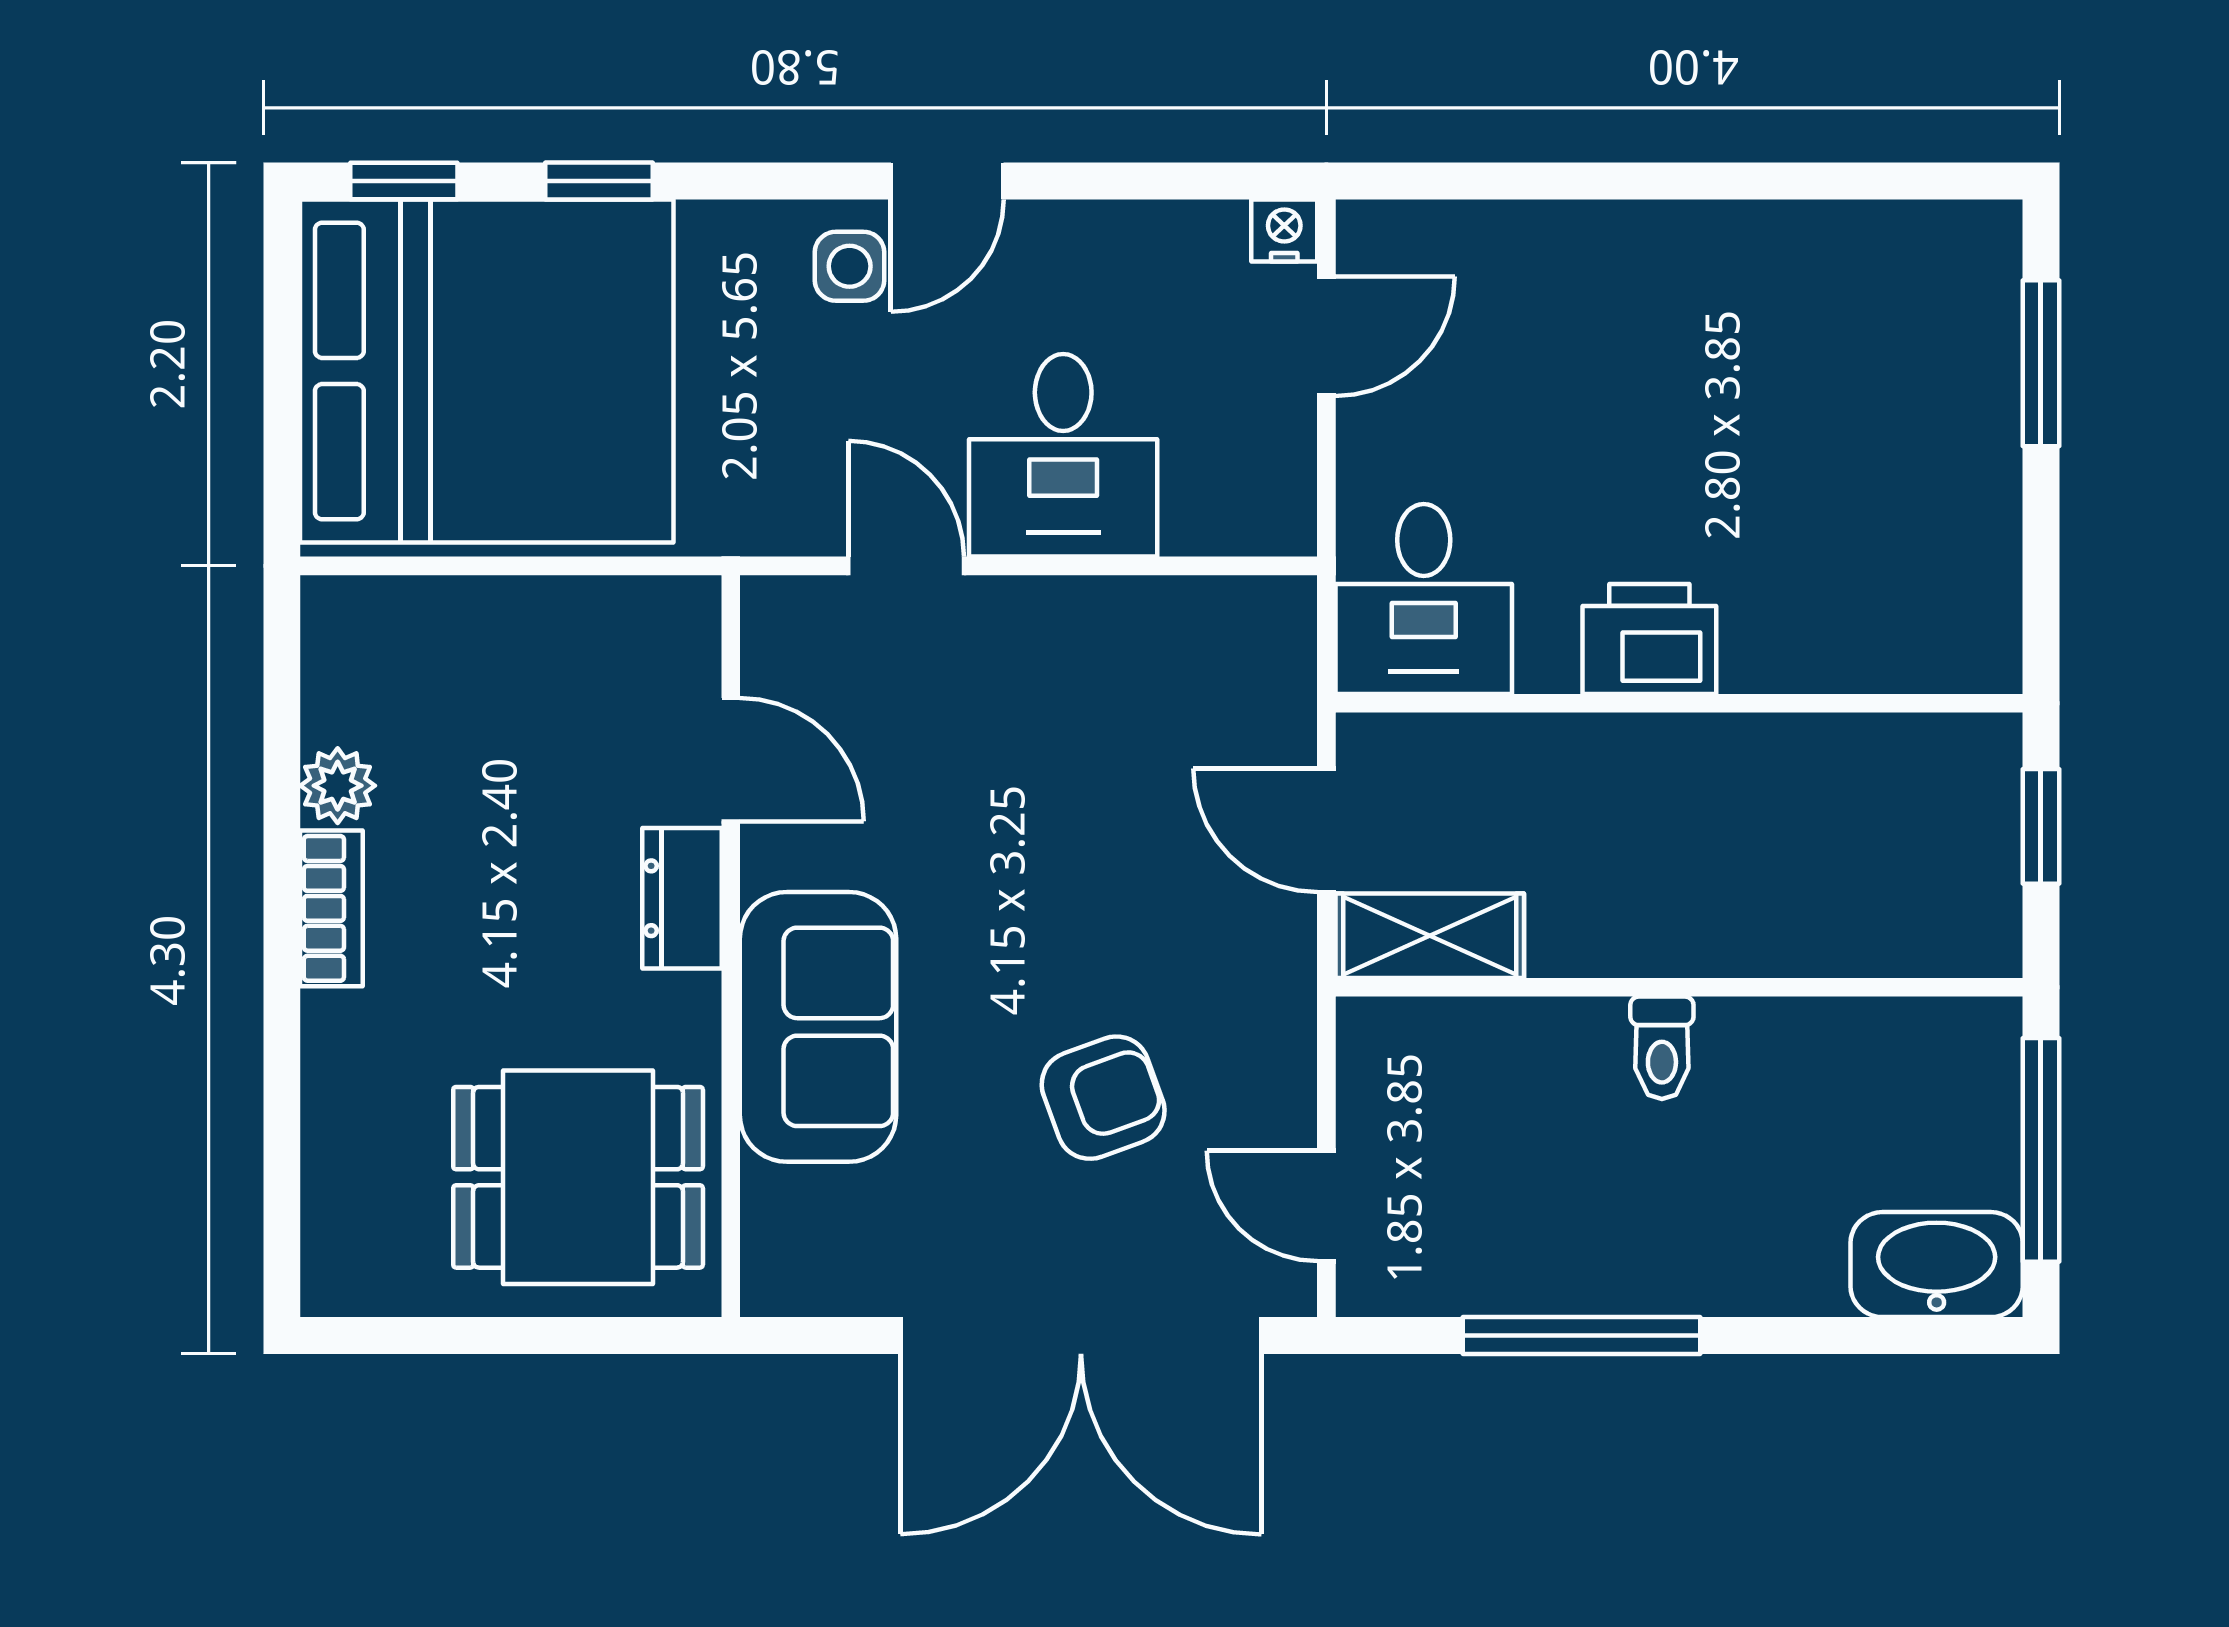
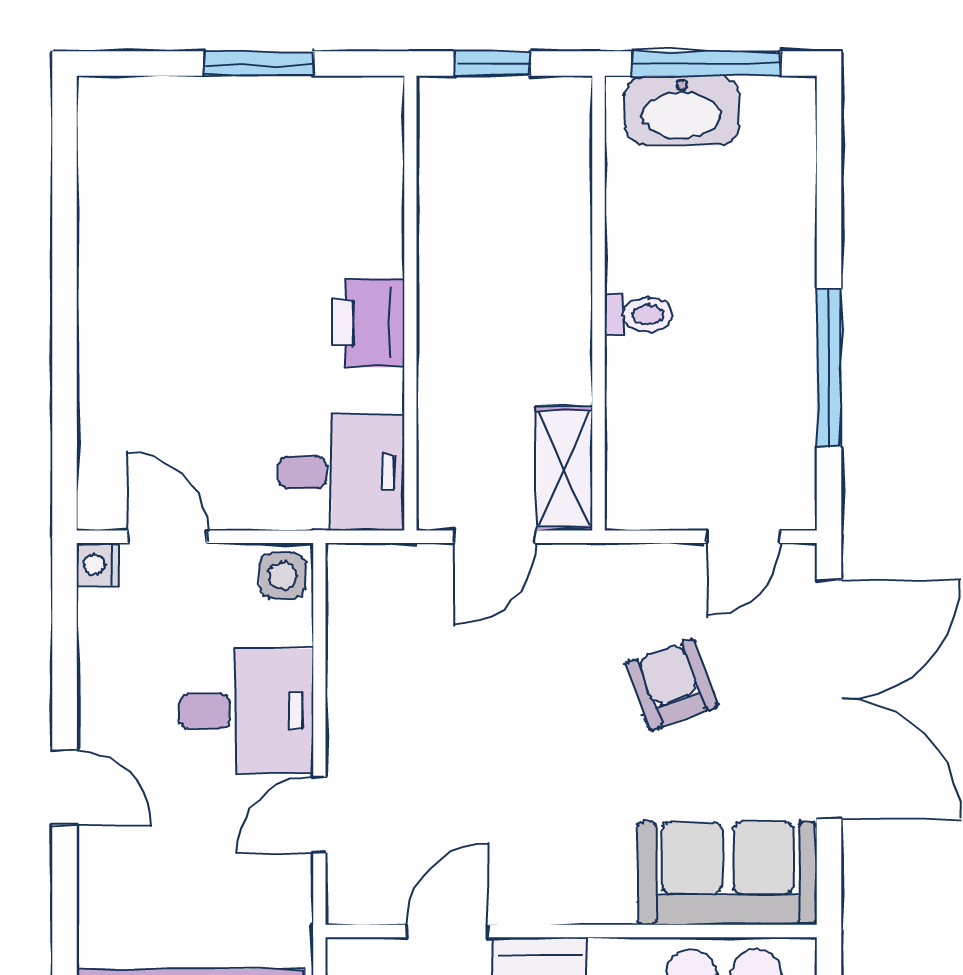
side table: (850, 266) -> (283, 576), moved
window: (2041, 363) -> (259, 64), moved
sofa: (818, 1027) -> (727, 873), moved
washbasin: (1937, 1265) -> (682, 111), moved, turned -90

